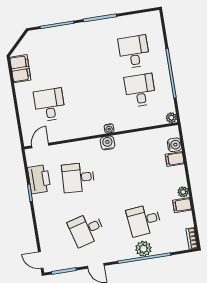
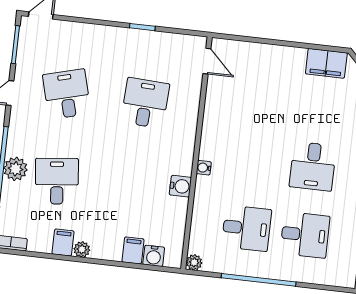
desk: (50, 105) -> (313, 166), moved, turned 90
water cooler: (108, 143) -> (180, 186), moved
printer: (39, 179) -> (159, 46), removed

